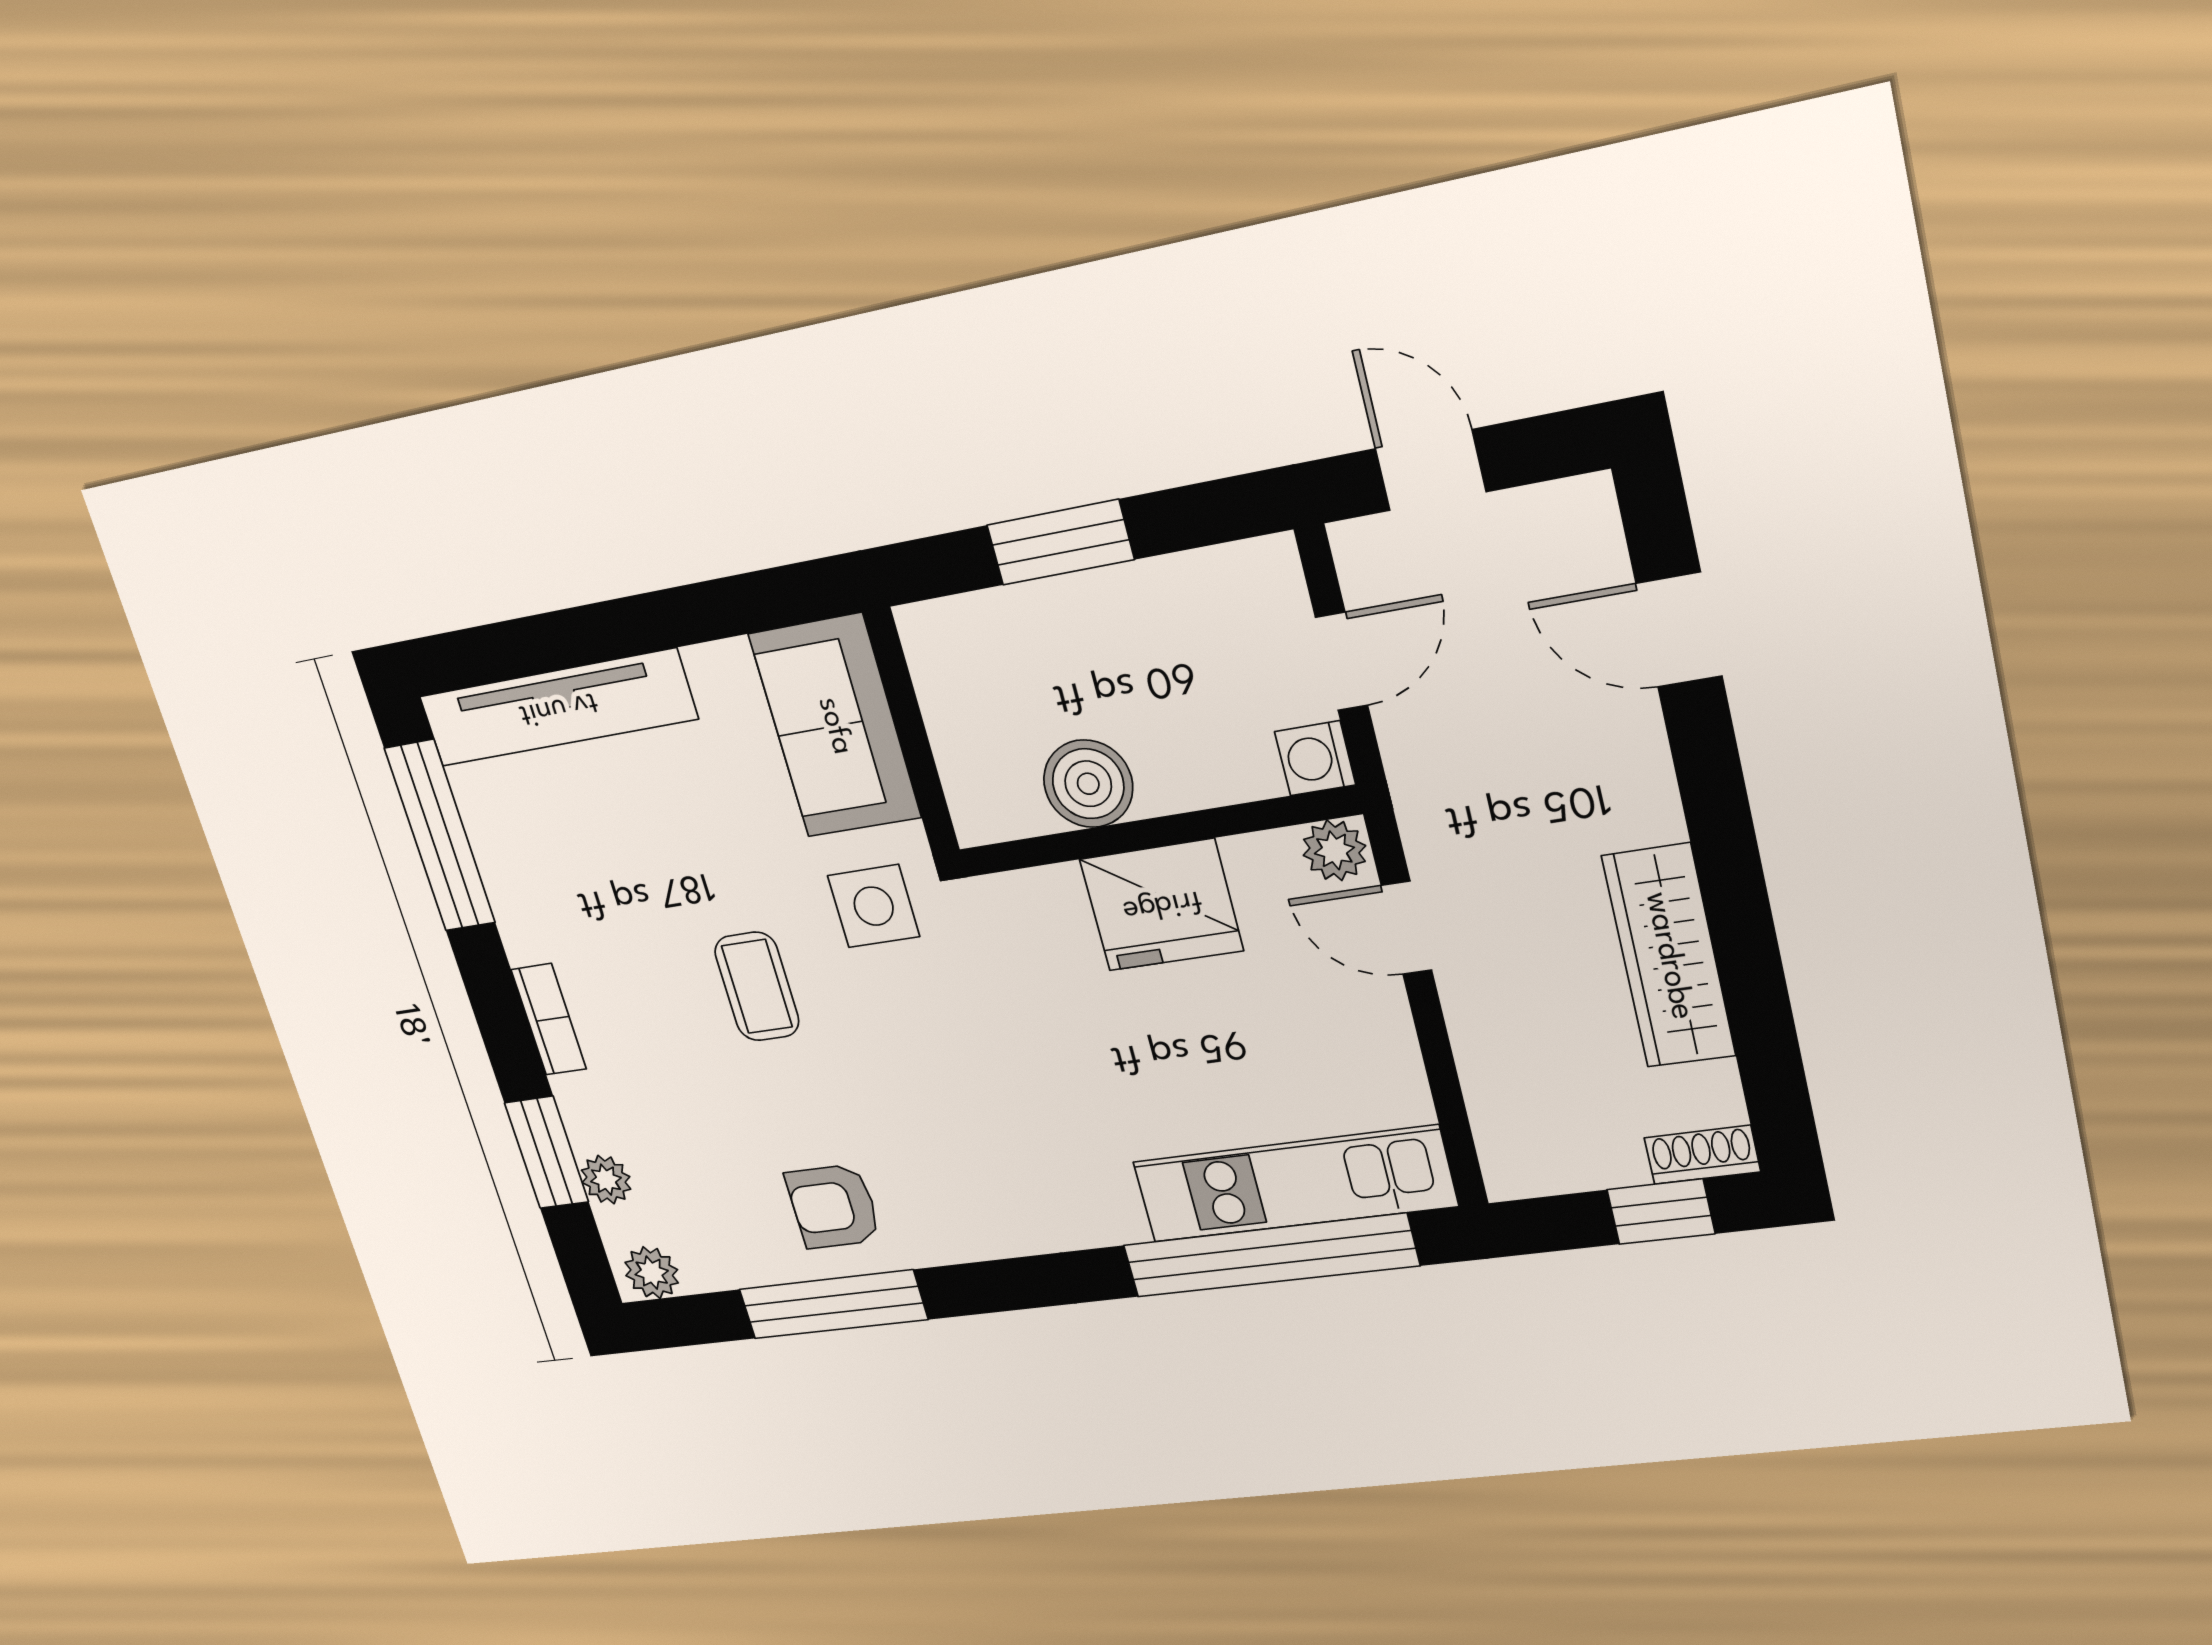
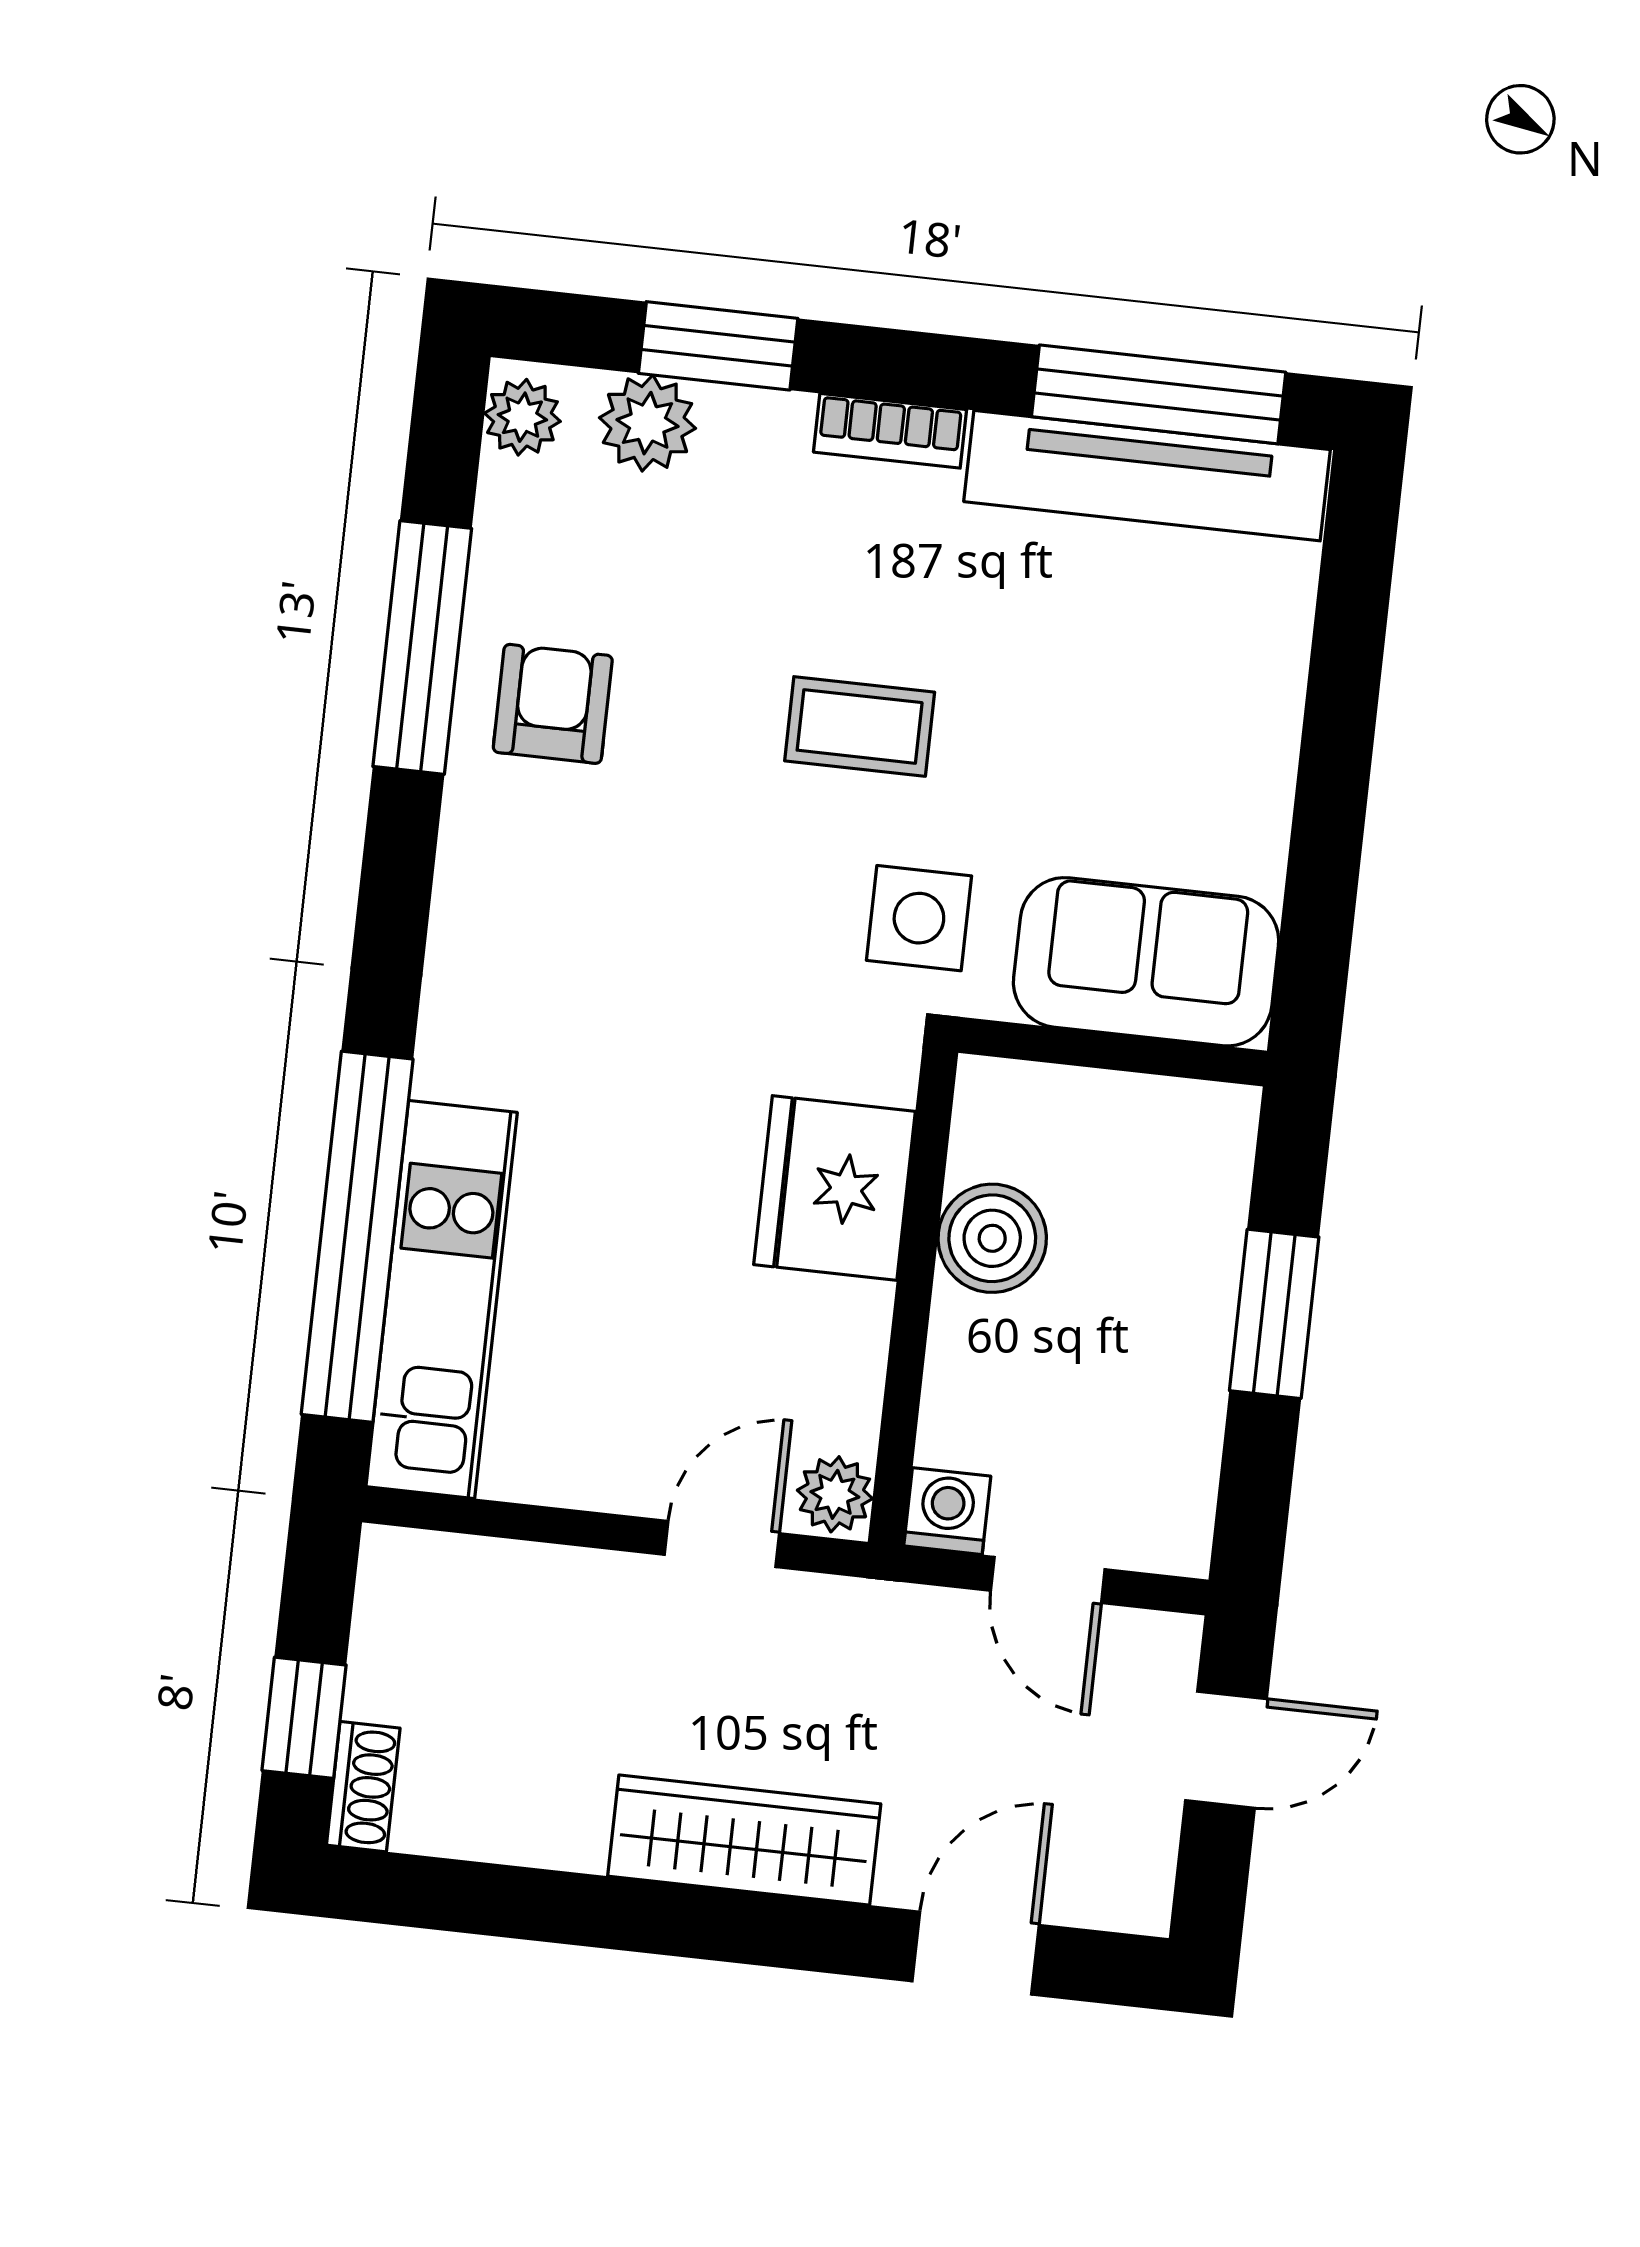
tv unit: (558, 708) -> (1147, 476), moved, turned -90
fridge: (1162, 905) -> (835, 1188), moved
wardrobe: (1669, 956) -> (744, 1840), moved
plant: (606, 1180) -> (648, 423), width x1.38, depth x1.38

